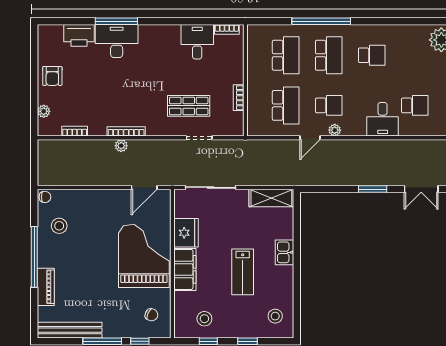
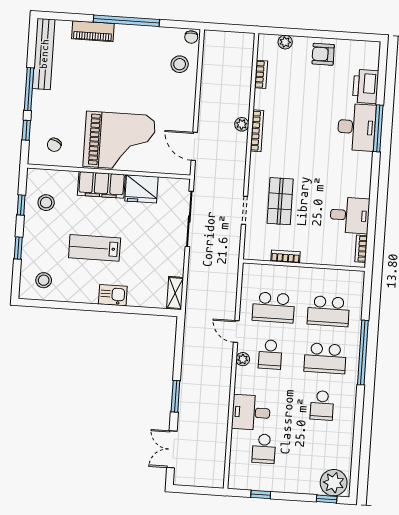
shelving: (271, 198) -> (175, 293), width x0.67, depth x0.75
stool: (59, 226) -> (180, 64), moved

